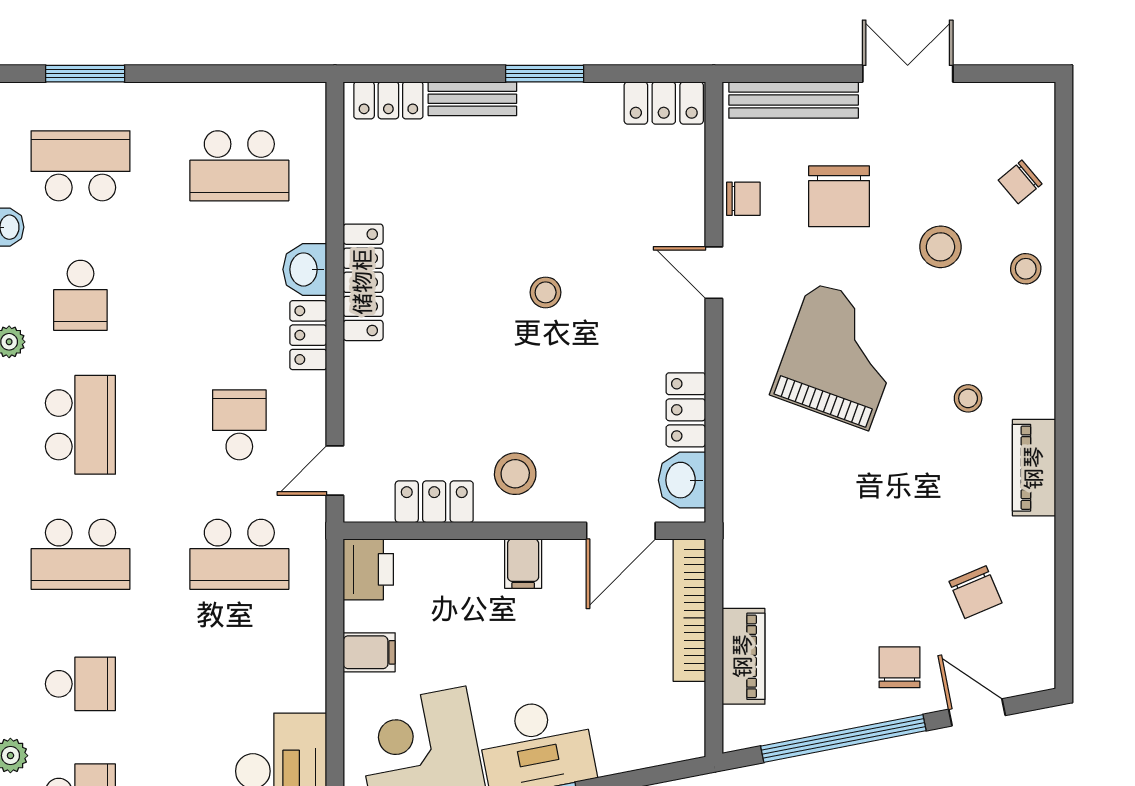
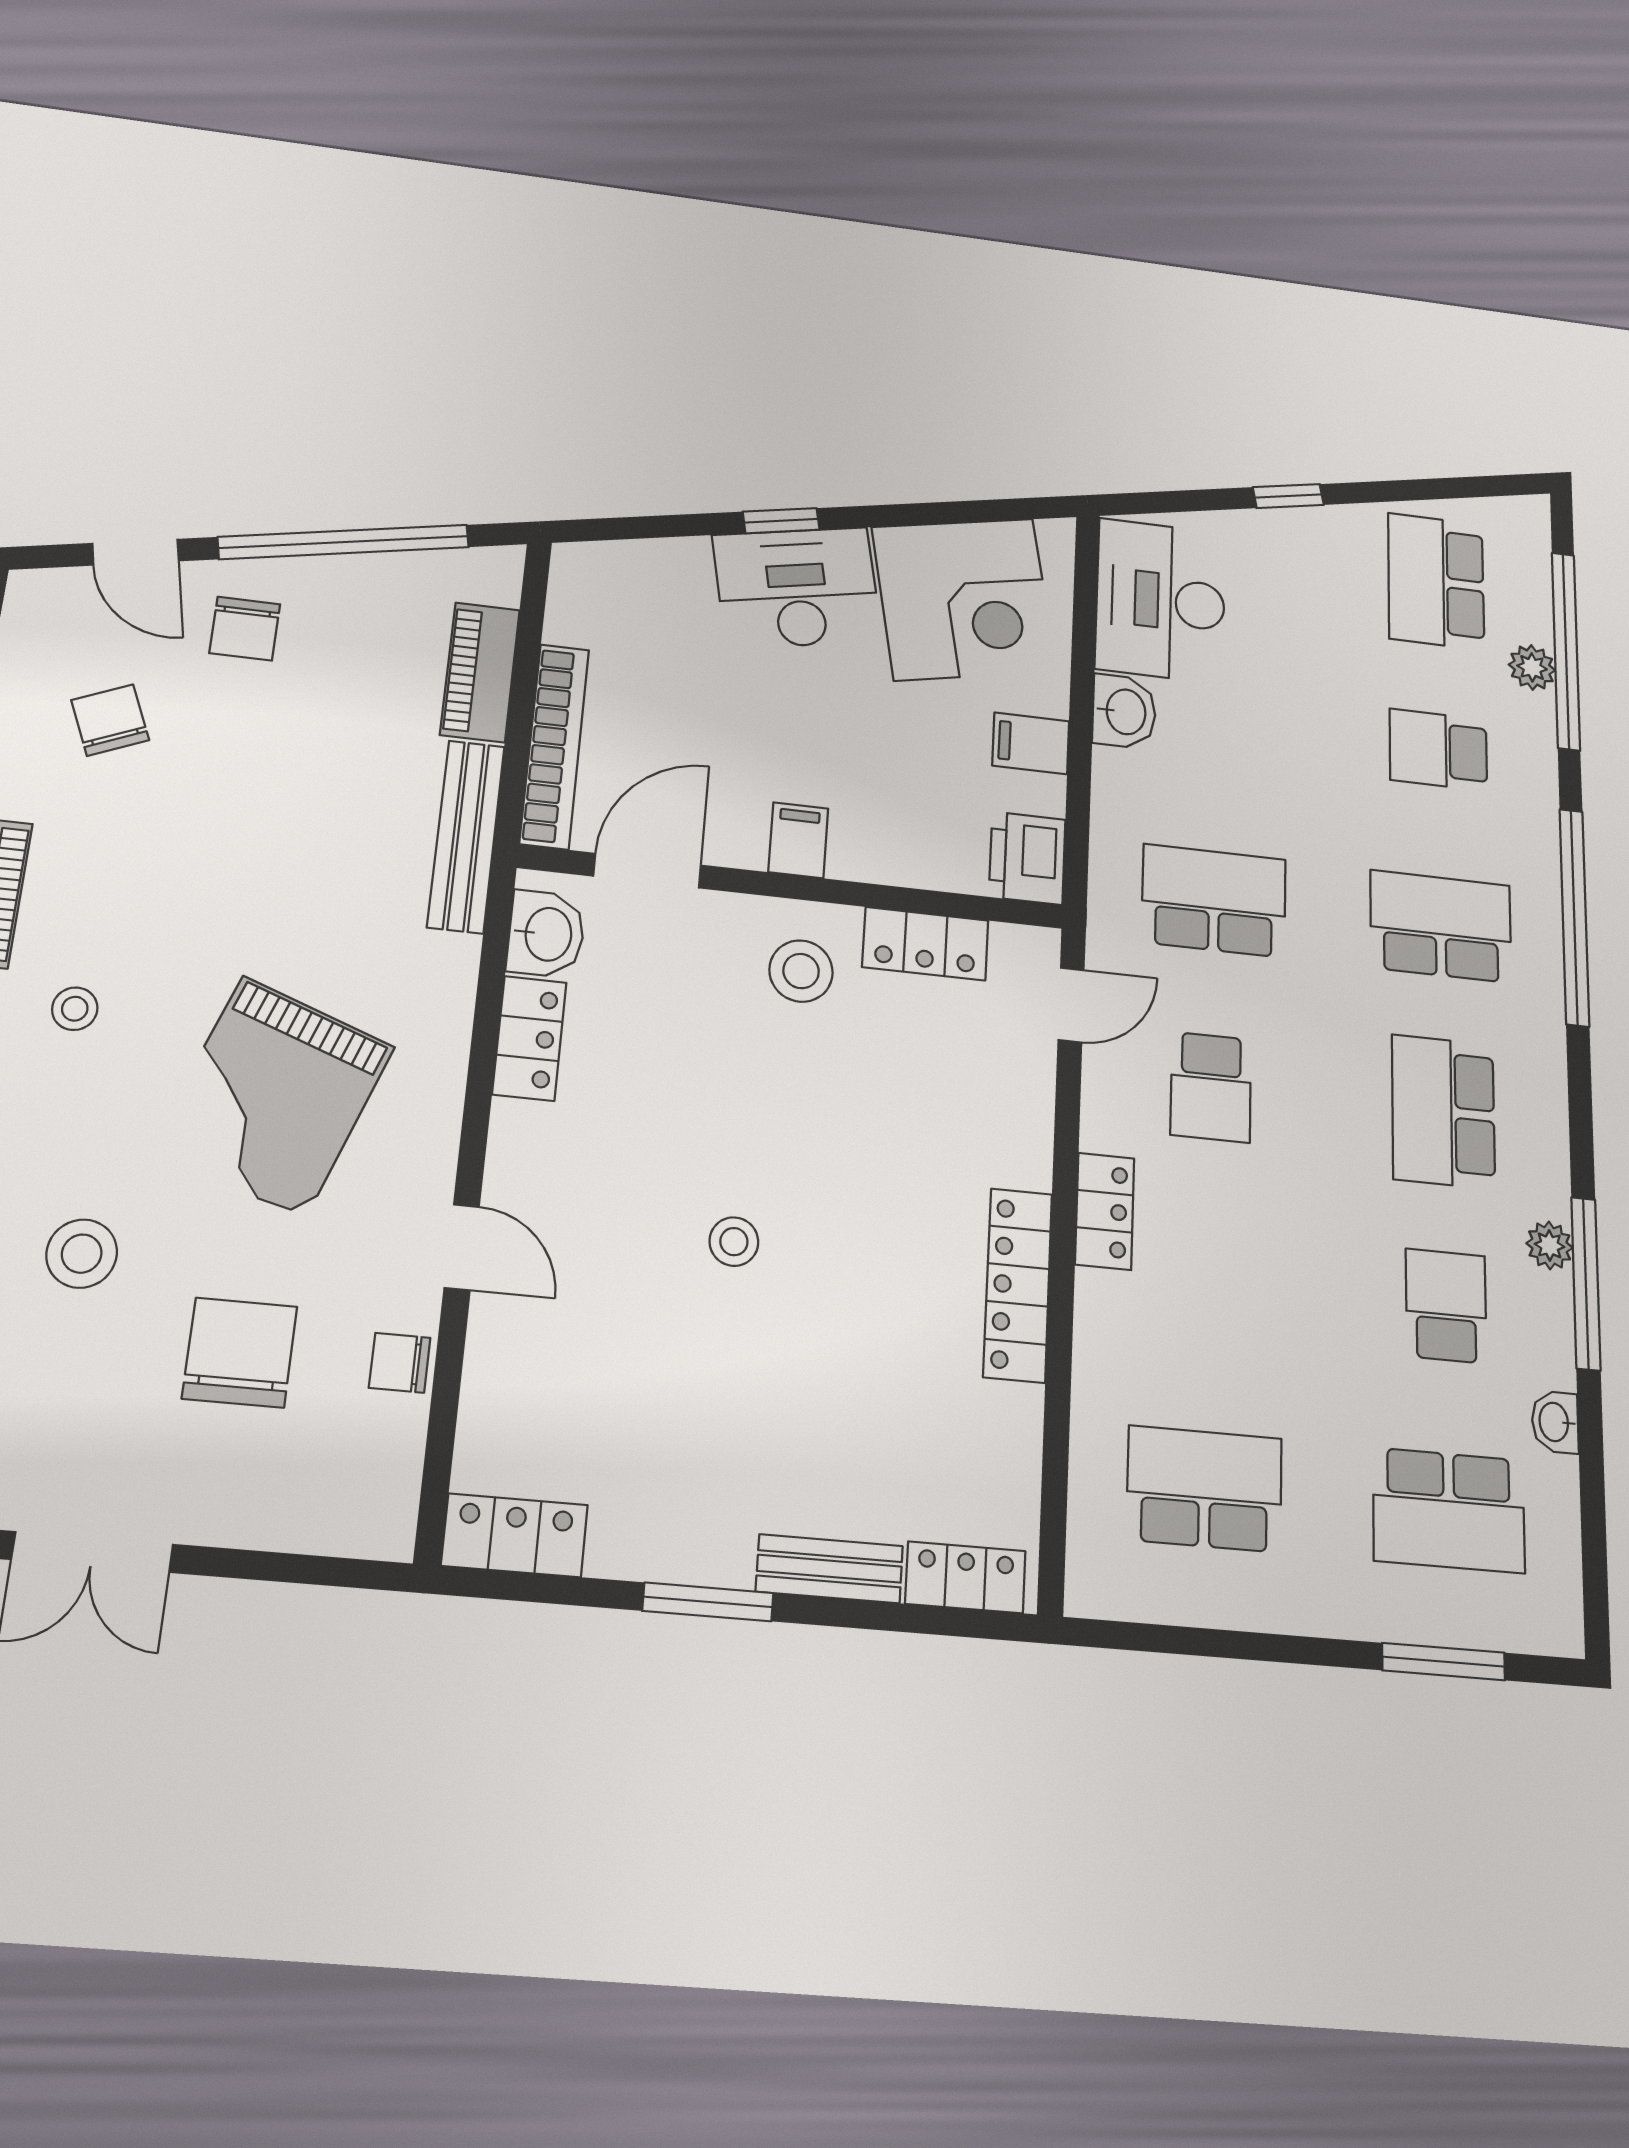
bench: (794, 100) -> (466, 836), moved, turned 90
washbasin: (305, 269) -> (1124, 712), moved

